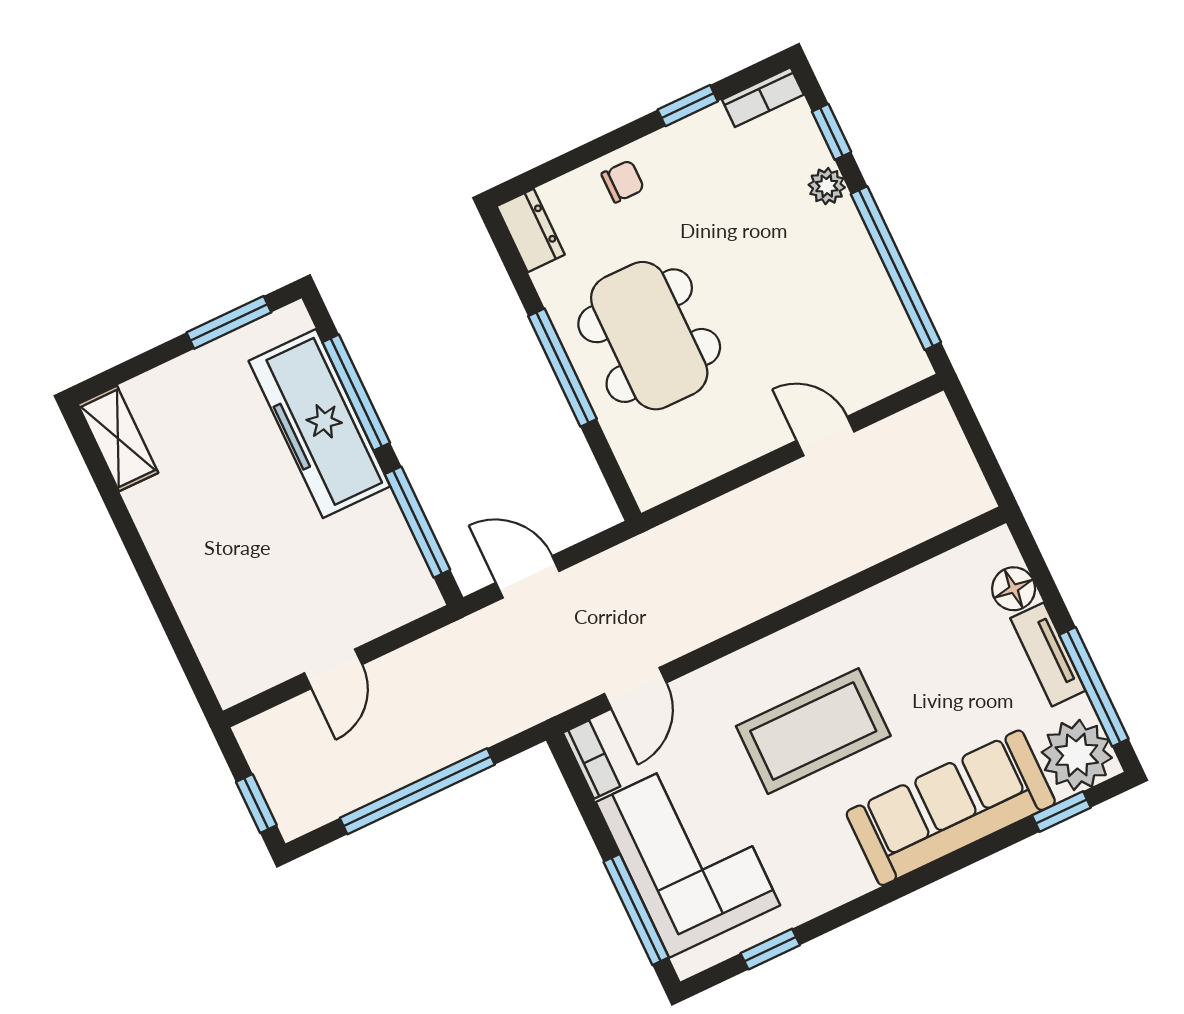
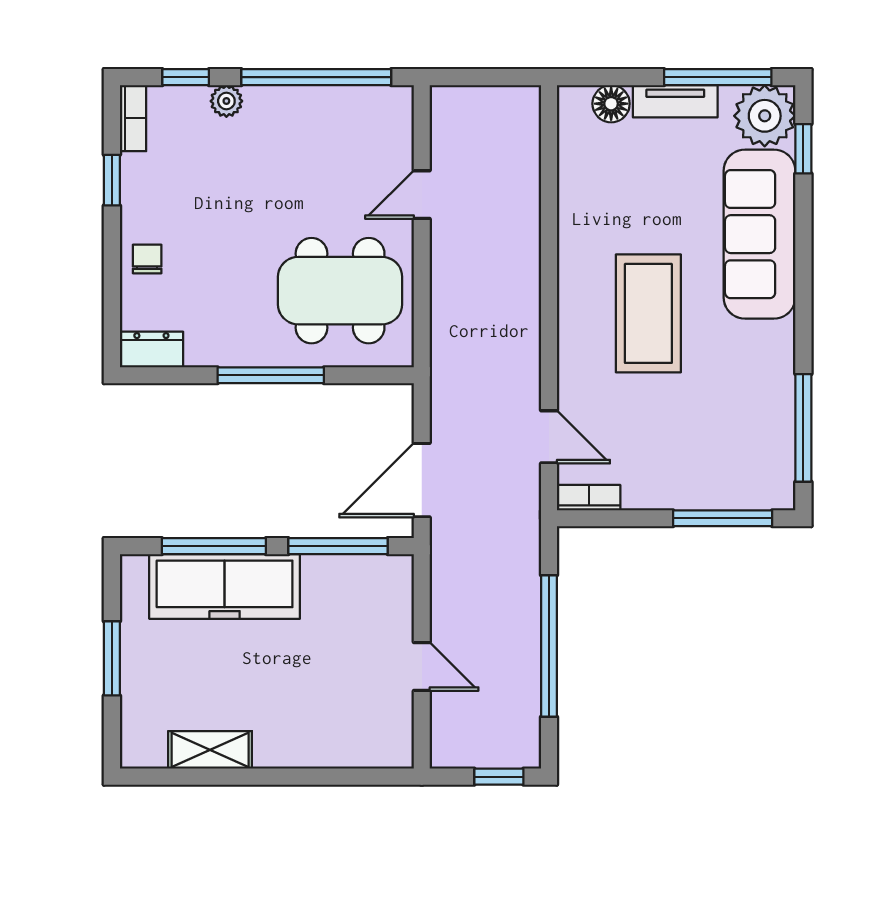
window: (229, 322) -> (112, 658), moved
dining table: (649, 336) -> (340, 291), moved
shelving: (118, 438) -> (210, 750), moved
door: (528, 577) -> (422, 480), width x1.38
corner sofa: (688, 854) -> (698, 457), removed
window: (770, 949) -> (803, 428), width x2.17

